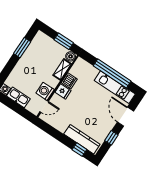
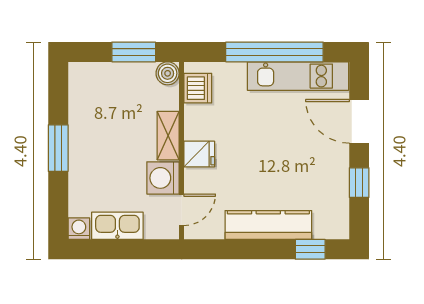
window: (22, 48) -> (58, 148), moved
shelving: (62, 70) -> (168, 136), moved
dishwasher: (69, 81) -> (198, 88), moved
kitchen counter: (82, 139) -> (268, 225), moved

